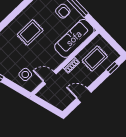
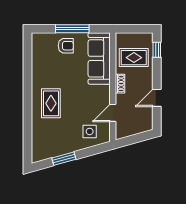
rug: (30, 32) -> (51, 103), moved
rug: (95, 59) -> (134, 58), turned 90

